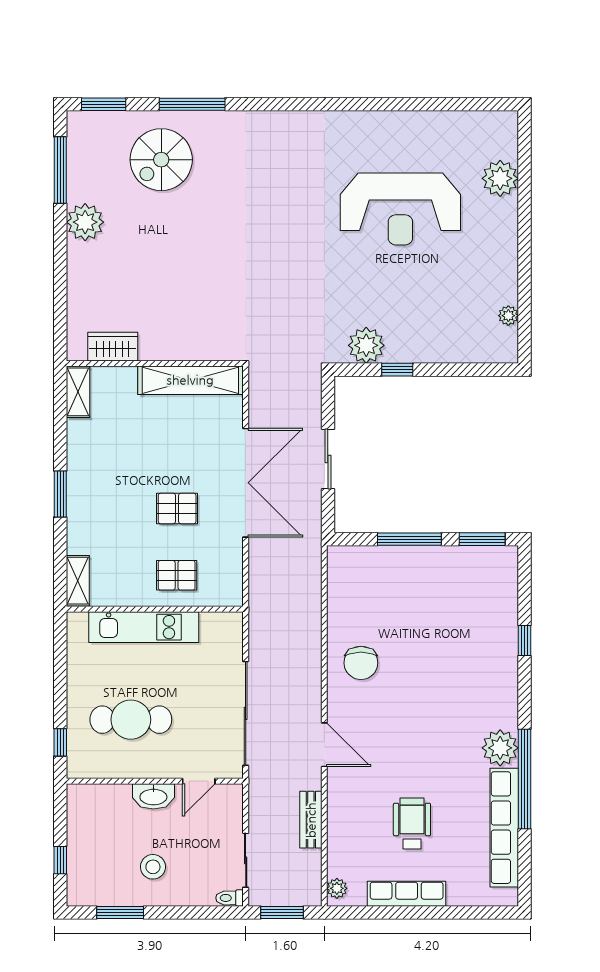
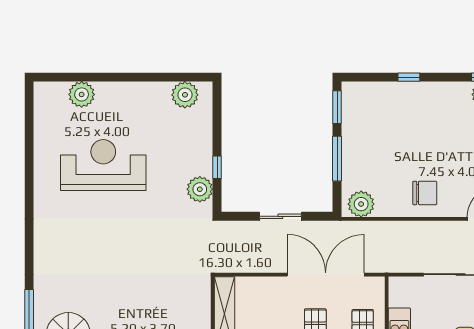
reception desk: (400, 209) -> (103, 165), turned -90
plant: (508, 316) -> (185, 95), width x1.88, depth x1.88
double door: (246, 483) -> (326, 275), moved
plant: (345, 573) -> (361, 204), added

